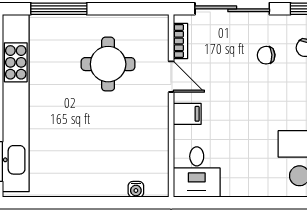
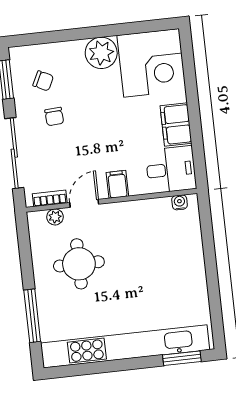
plant: (160, 44) -> (55, 217), added
filing cabinet: (244, 183) -> (176, 124), added
water cooler: (136, 189) -> (180, 202), moved, turned -90

